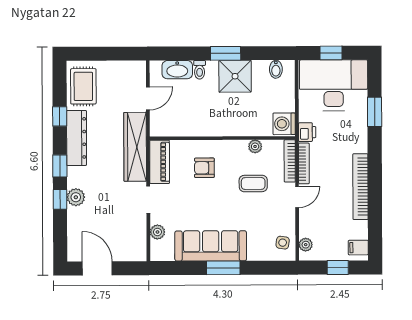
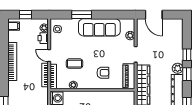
printer: (307, 132) -> (43, 38), moved
plant: (76, 197) -> (178, 68), moved
door: (297, 197) -> (49, 56), hinge flipped
door: (97, 268) -> (154, 15), moved
window: (223, 268) -> (82, 15), moved

